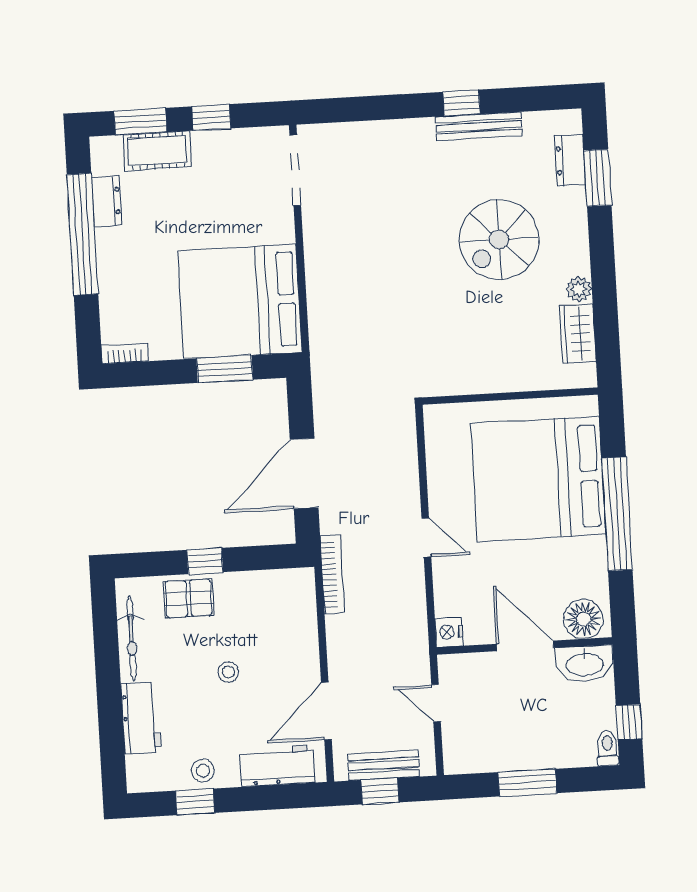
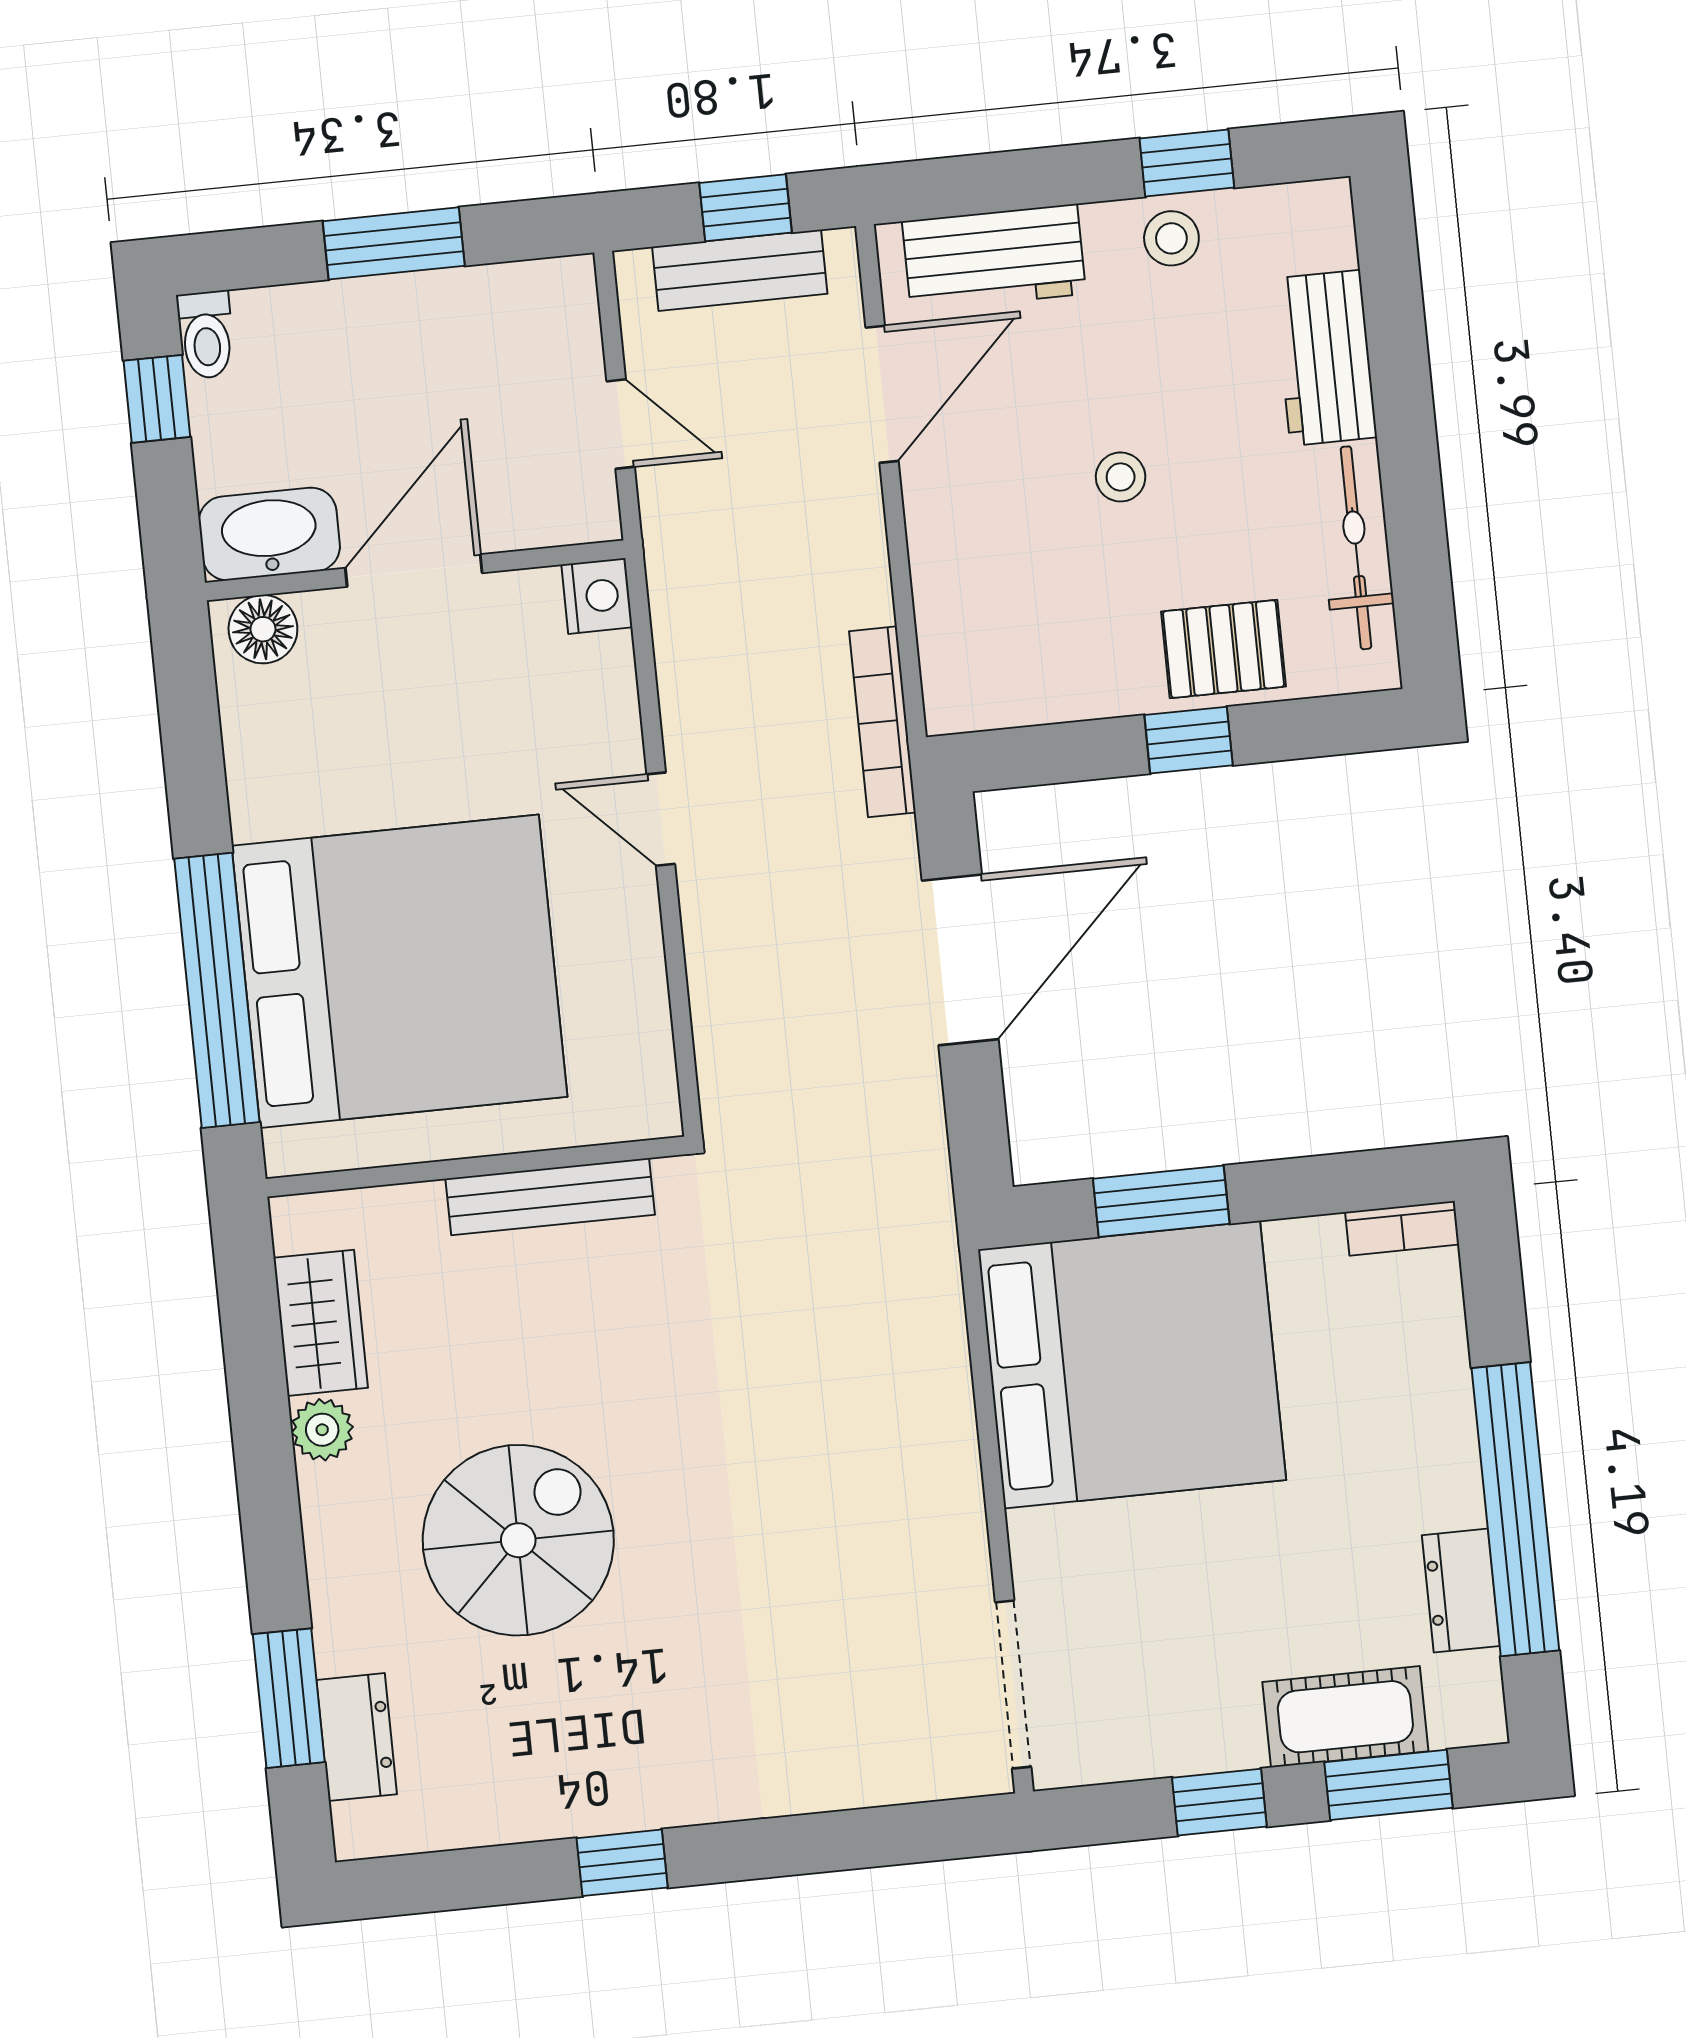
bench: (479, 126) -> (550, 1197), moved
window: (617, 514) -> (217, 990), moved
floor lamp: (583, 619) -> (263, 629), width x0.73, depth x0.73
door: (525, 646) -> (414, 571), swing flipped

